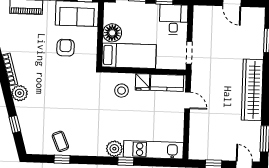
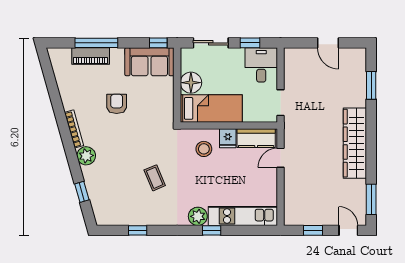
armchair: (66, 48) -> (117, 104), moved
door: (188, 100) -> (280, 158), swing flipped
coffee table: (60, 141) -> (155, 178), moved

